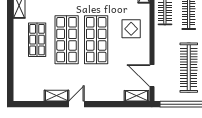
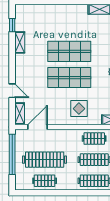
shop shelf: (37, 40) -> (69, 25), removed
window: (37, 104) -> (12, 25), added
door: (76, 104) -> (12, 91), moved

